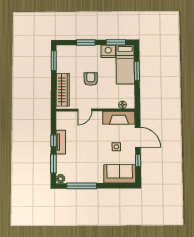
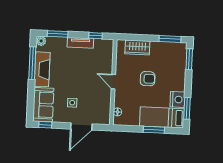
window: (86, 42) -> (189, 59), moved
wardrobe: (63, 90) -> (137, 47), width x0.67
door: (85, 110) -> (113, 82), moved
fireplace: (119, 118) -> (42, 69), moved, turned 180
window: (53, 141) -> (96, 36), moved
window: (138, 160) -> (45, 125), moved

